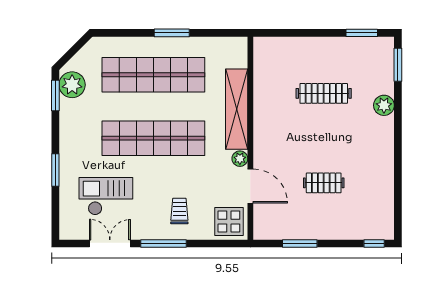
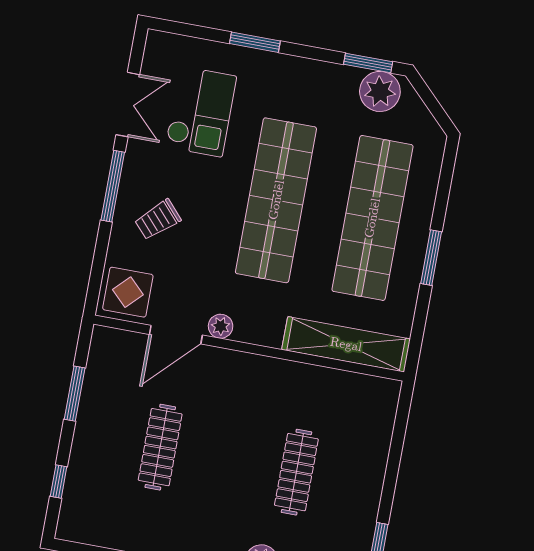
shelving: (237, 109) -> (346, 344), moved
clothes rail: (324, 183) -> (160, 447), width x1.36
trolley: (179, 211) -> (158, 220), turned 138
window: (374, 243) -> (59, 481), moved

